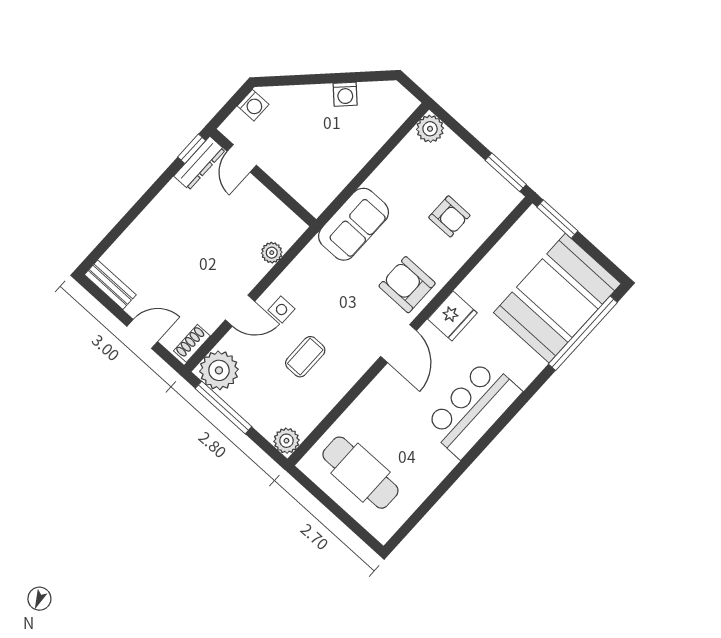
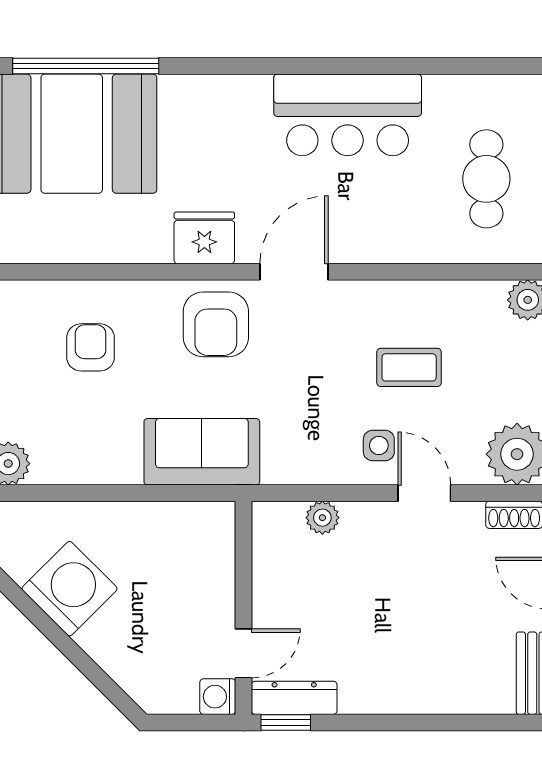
washing machine: (345, 94) -> (69, 589), width x1.89, depth x1.89
washing machine: (253, 105) -> (218, 697), moved, turned -90
bar counter: (473, 409) -> (348, 115), moved
cafe table: (360, 473) -> (486, 179), width x0.73, depth x0.74

